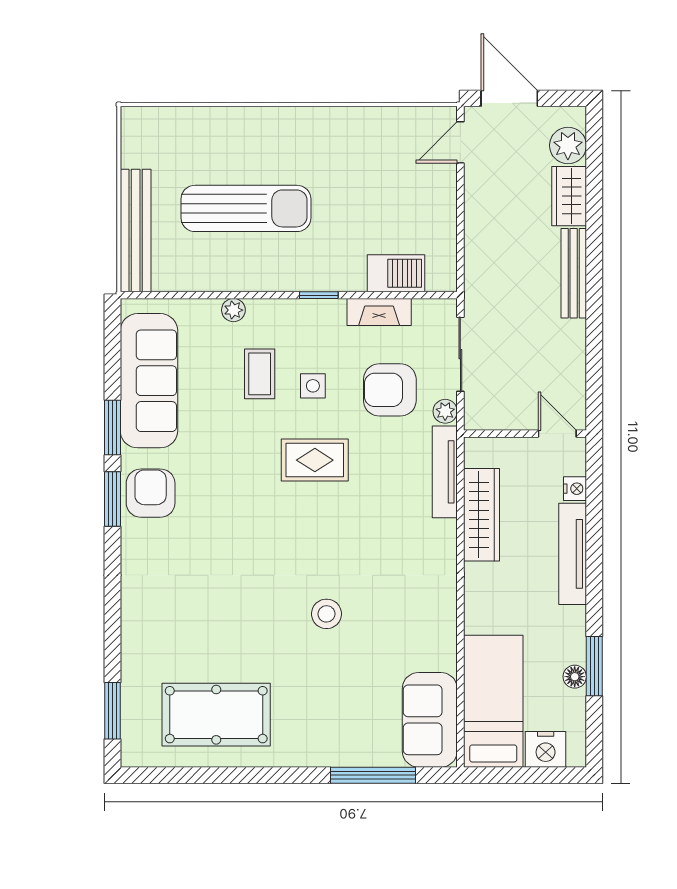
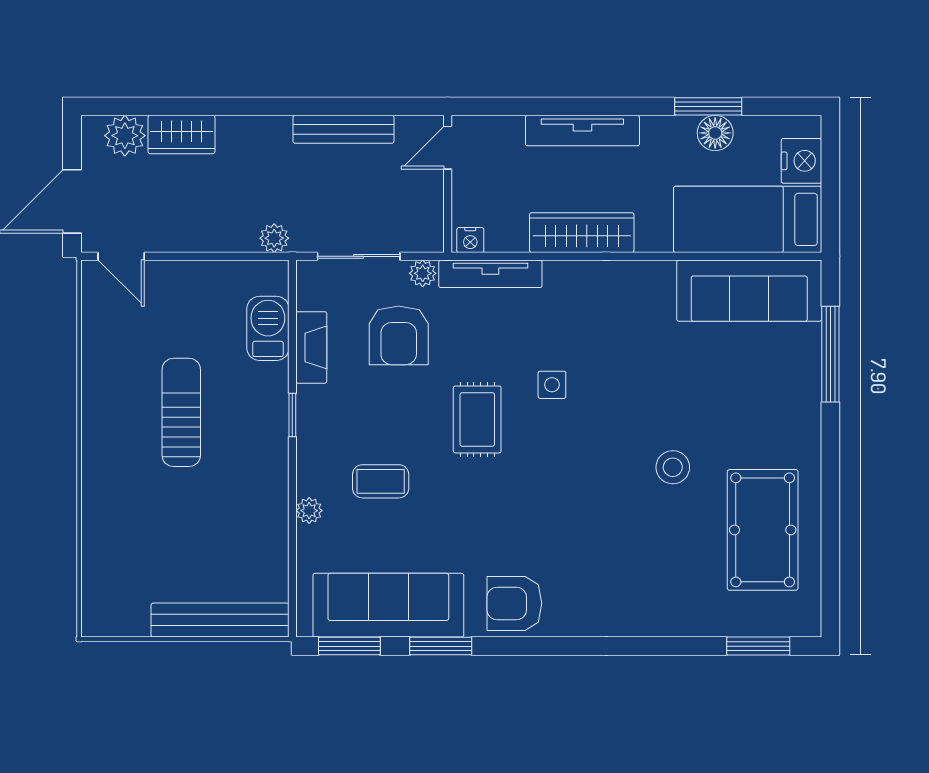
sun lounger: (246, 208) -> (181, 412), moved, width x0.73, depth x0.75
bench: (574, 273) -> (343, 129), moved
plant: (477, 279) -> (274, 238), added
side table: (313, 386) -> (552, 385), moved
nightstand: (575, 489) -> (470, 240), moved, turned 180
window: (113, 499) -> (349, 646), moved
wardrobe: (481, 515) -> (582, 233), moved
stool: (326, 614) -> (673, 467), moved
floor lamp: (575, 677) -> (715, 133), width x1.37, depth x1.37
sofa: (430, 720) -> (749, 291), width x1.36

